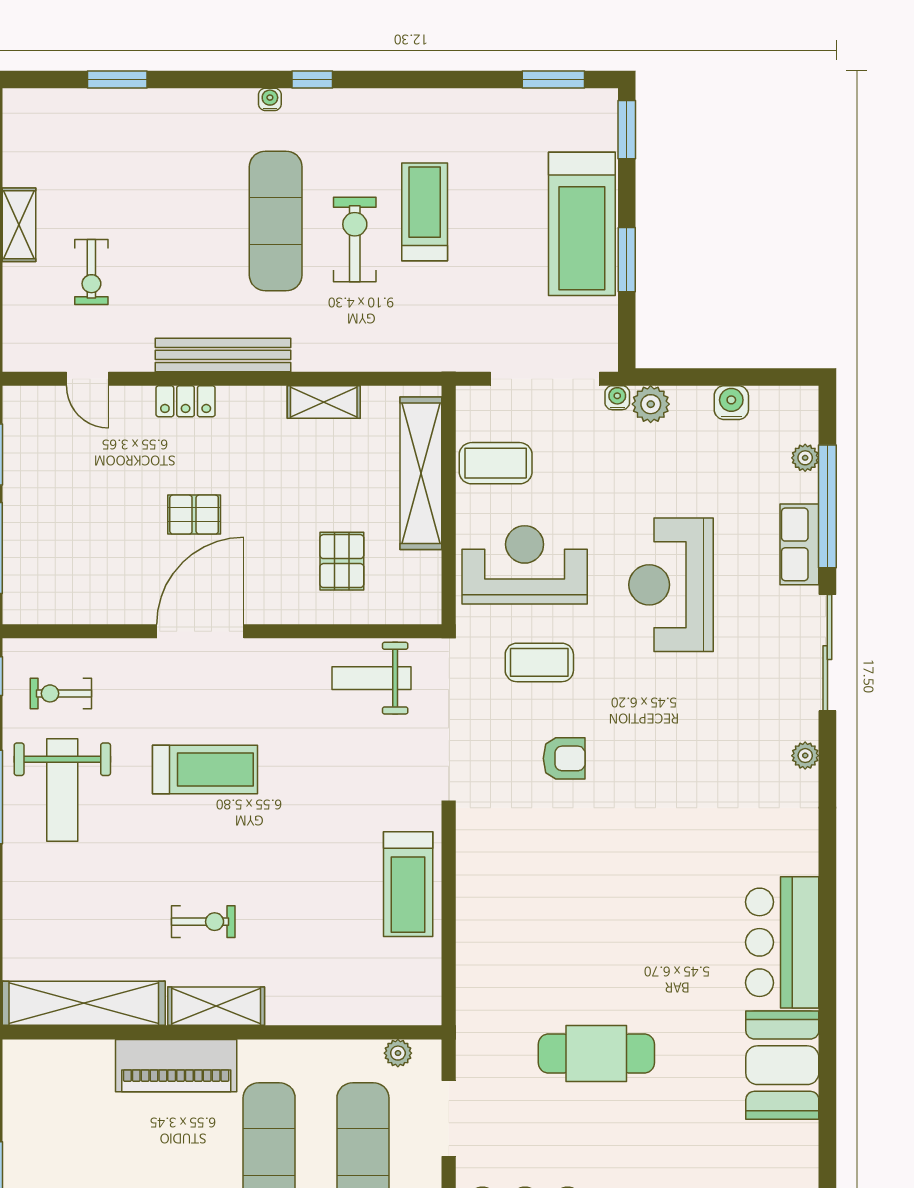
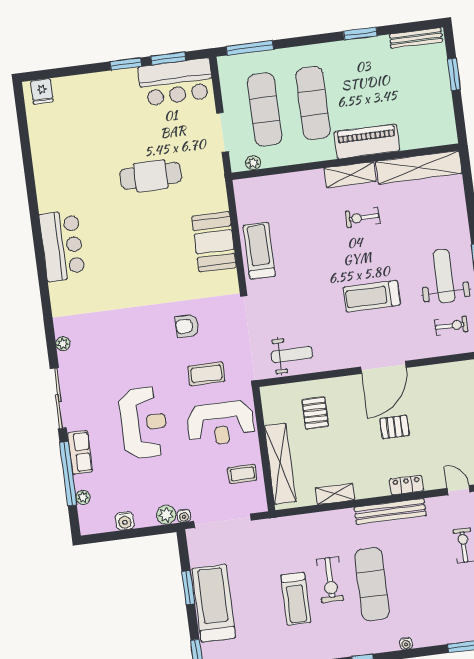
water cooler: (270, 99) -> (406, 644), moved
coffee table: (496, 463) -> (242, 474), width x0.73, depth x0.77
booth: (782, 1065) -> (214, 242), moved

